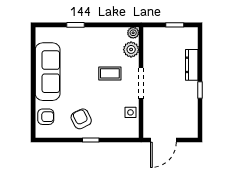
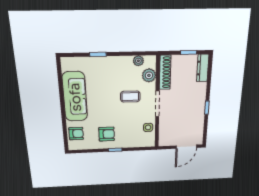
plant: (133, 33) -> (138, 61), moved
shoe rack: (149, 47) -> (165, 72), added
dresser: (192, 65) -> (203, 68), moved
armchair: (81, 119) -> (107, 134), turned 116
door: (163, 140) -> (186, 147), moved

